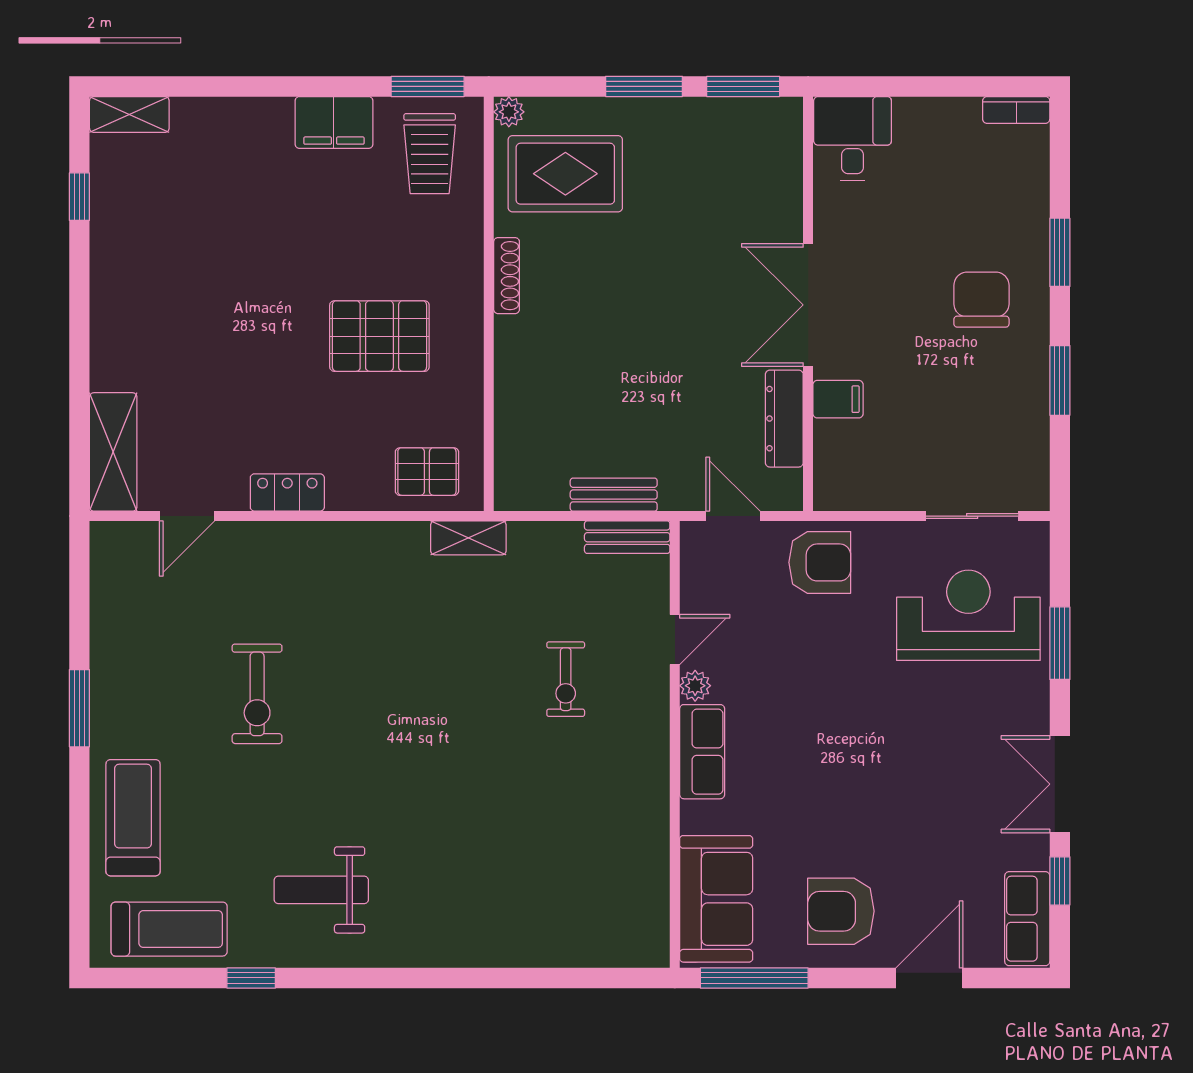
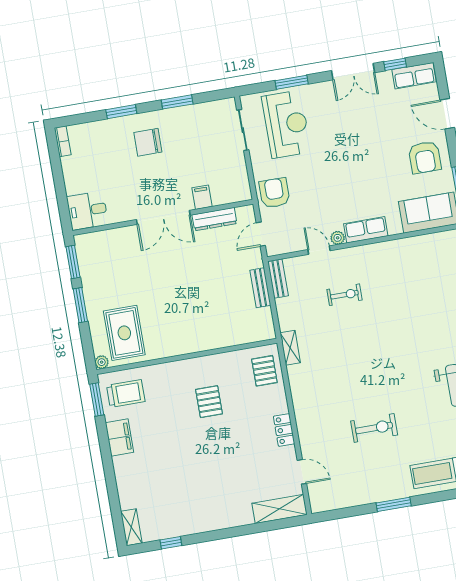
shoe rack: (507, 276) -> (173, 351), removed
pallet: (379, 336) -> (209, 402), width x0.67, depth x0.71
reception desk: (968, 615) -> (286, 124), turned 180

